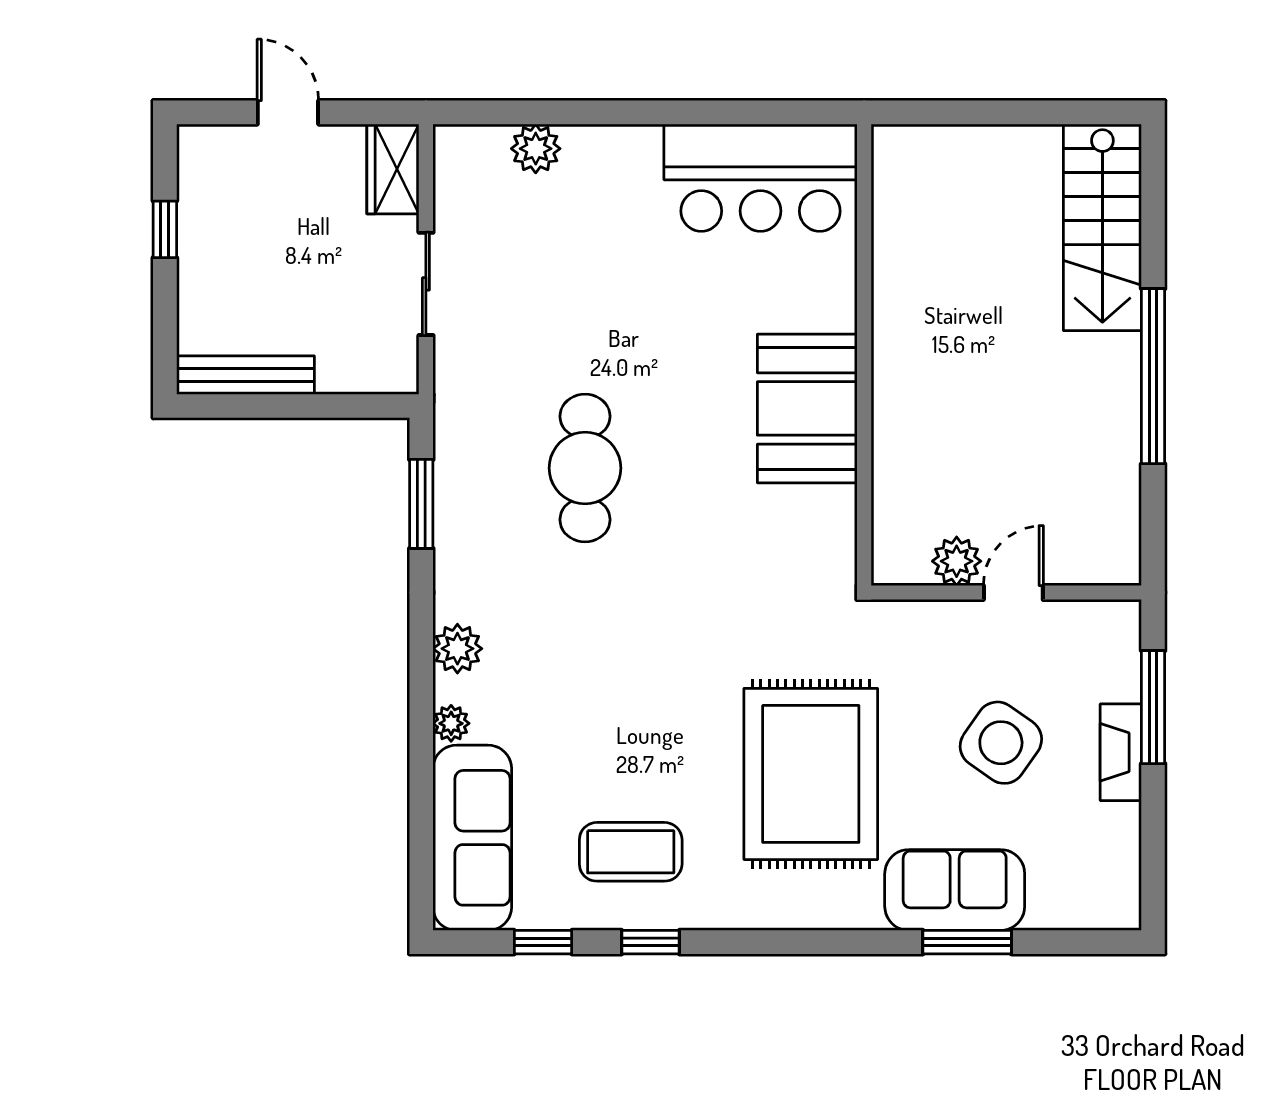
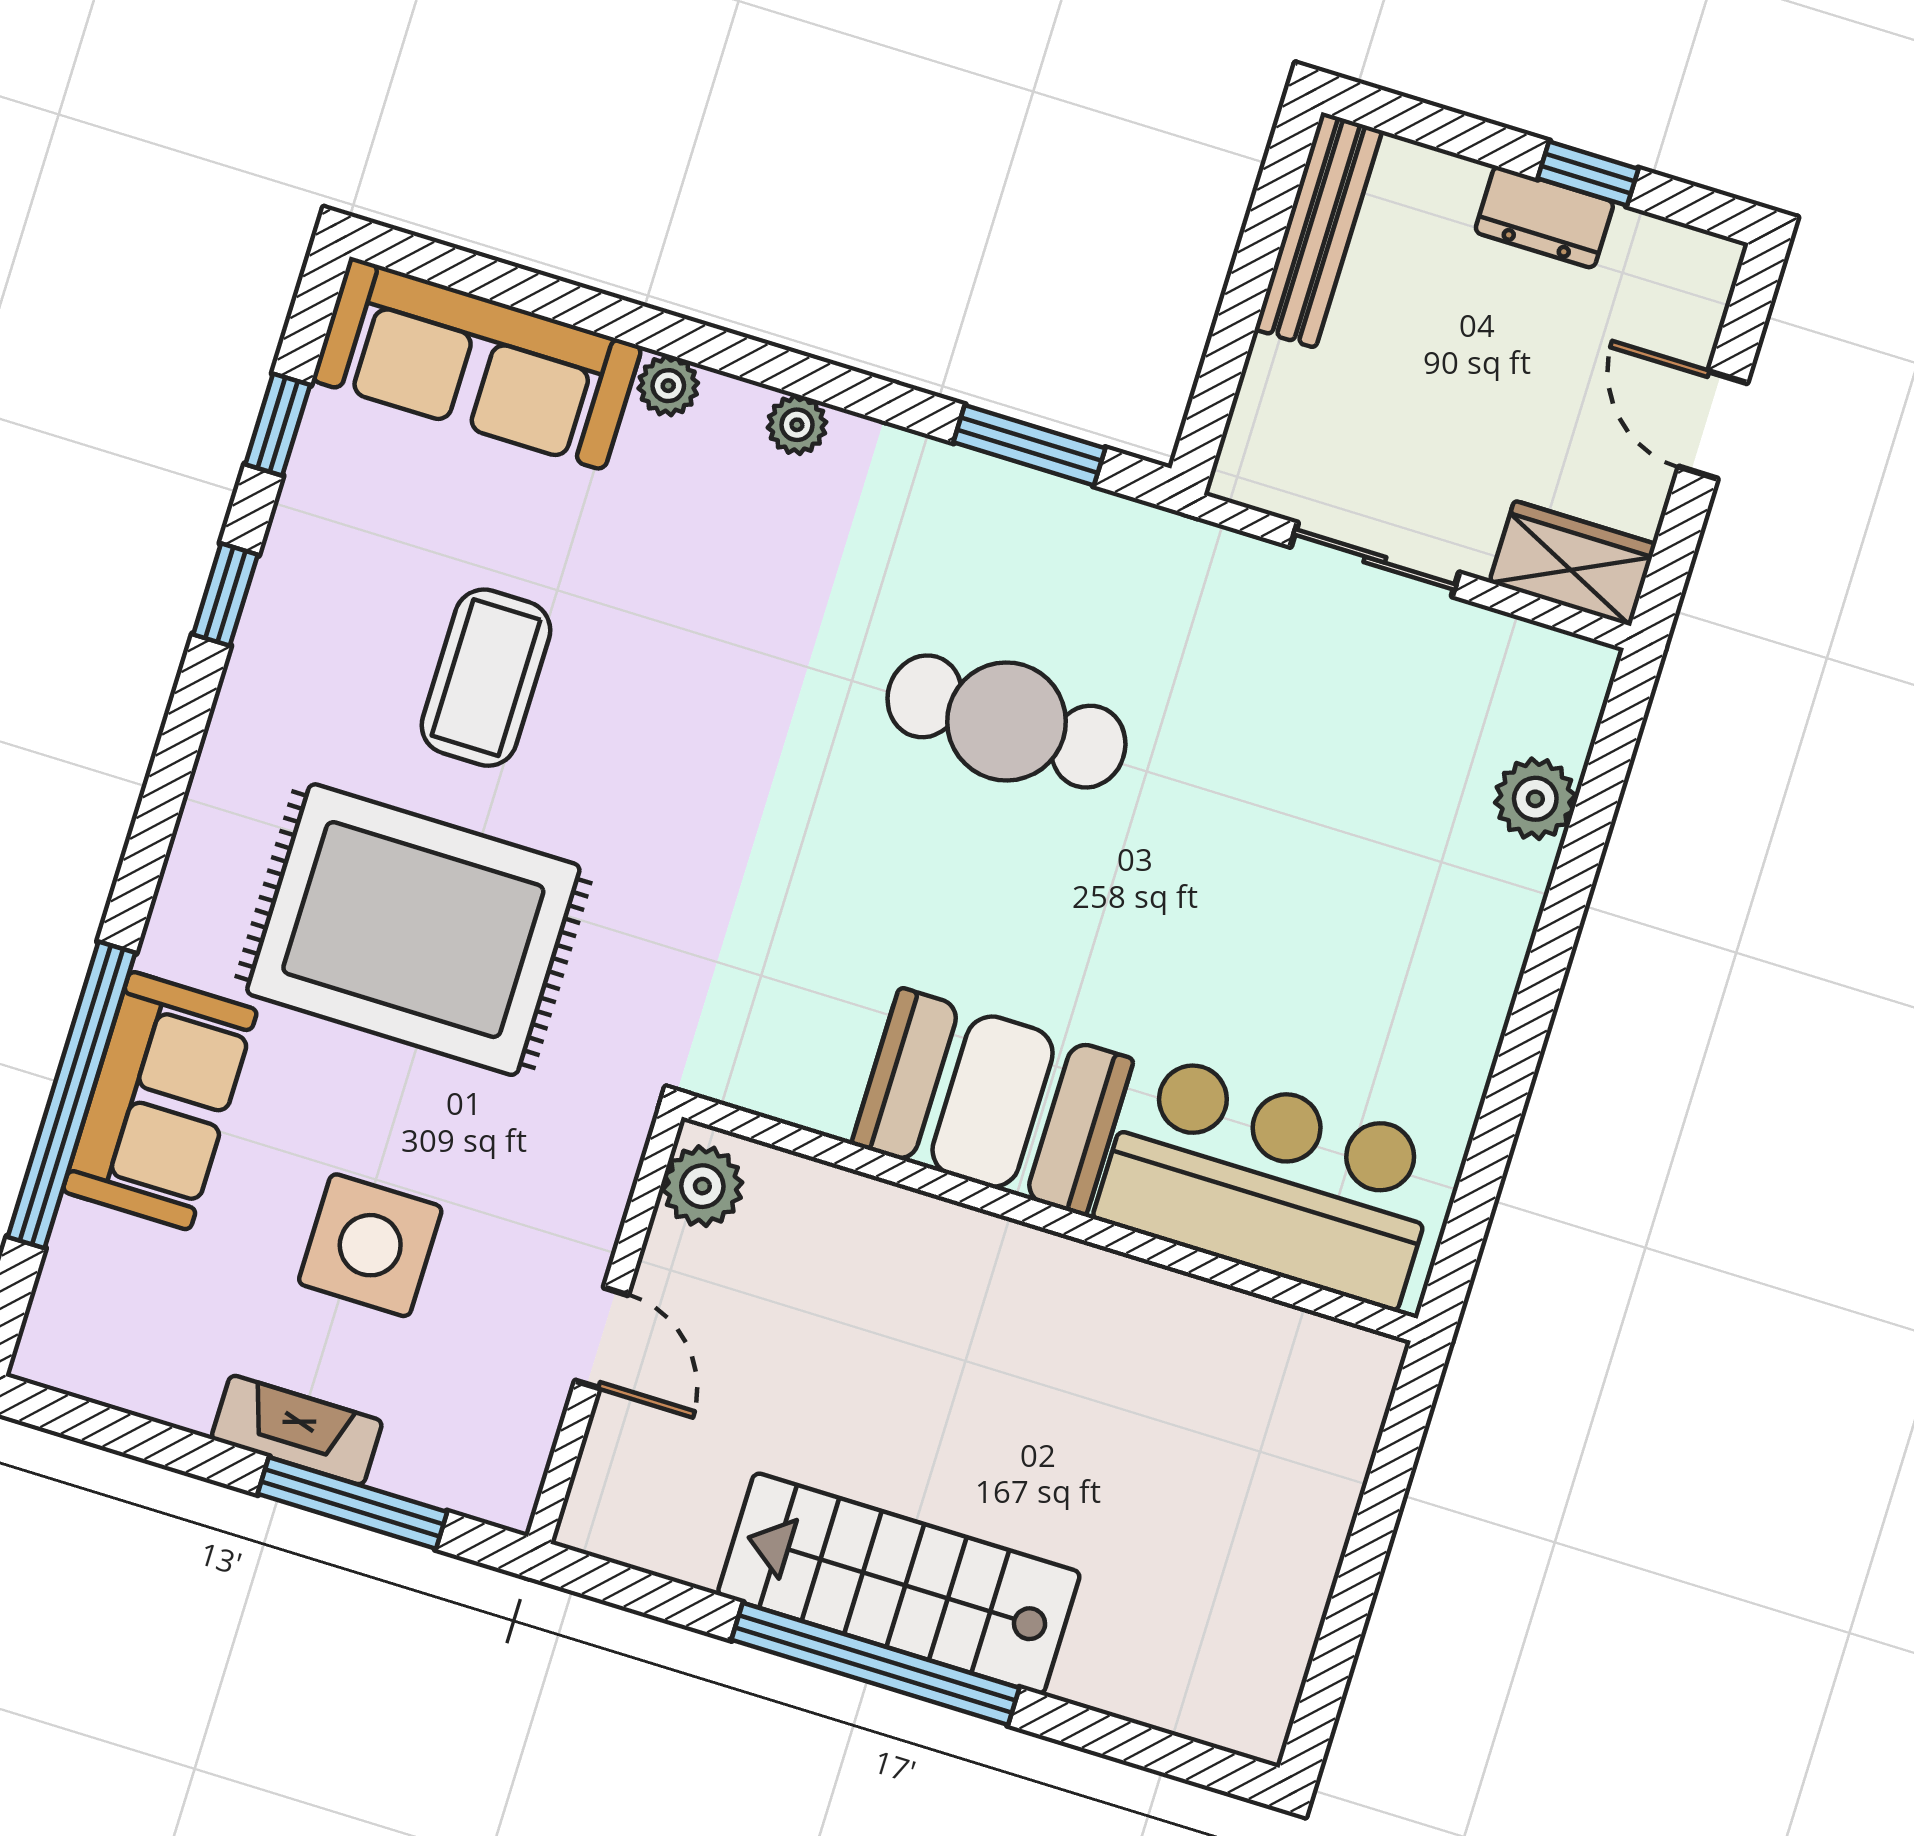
door: (288, 112) -> (1713, 425), swing flipped
bar counter: (761, 178) -> (1270, 1181), moved, turned 90
stairs: (1102, 227) -> (899, 1584), moved
dresser: (198, 247) -> (1544, 217), added
plant: (957, 561) -> (702, 1186), moved
plant: (457, 649) -> (797, 425), width x0.73, depth x0.73
side table: (1001, 743) -> (370, 1245), turned -35
coffee table: (631, 852) -> (486, 678), moved
window: (967, 942) -> (71, 1095), width x2.11

